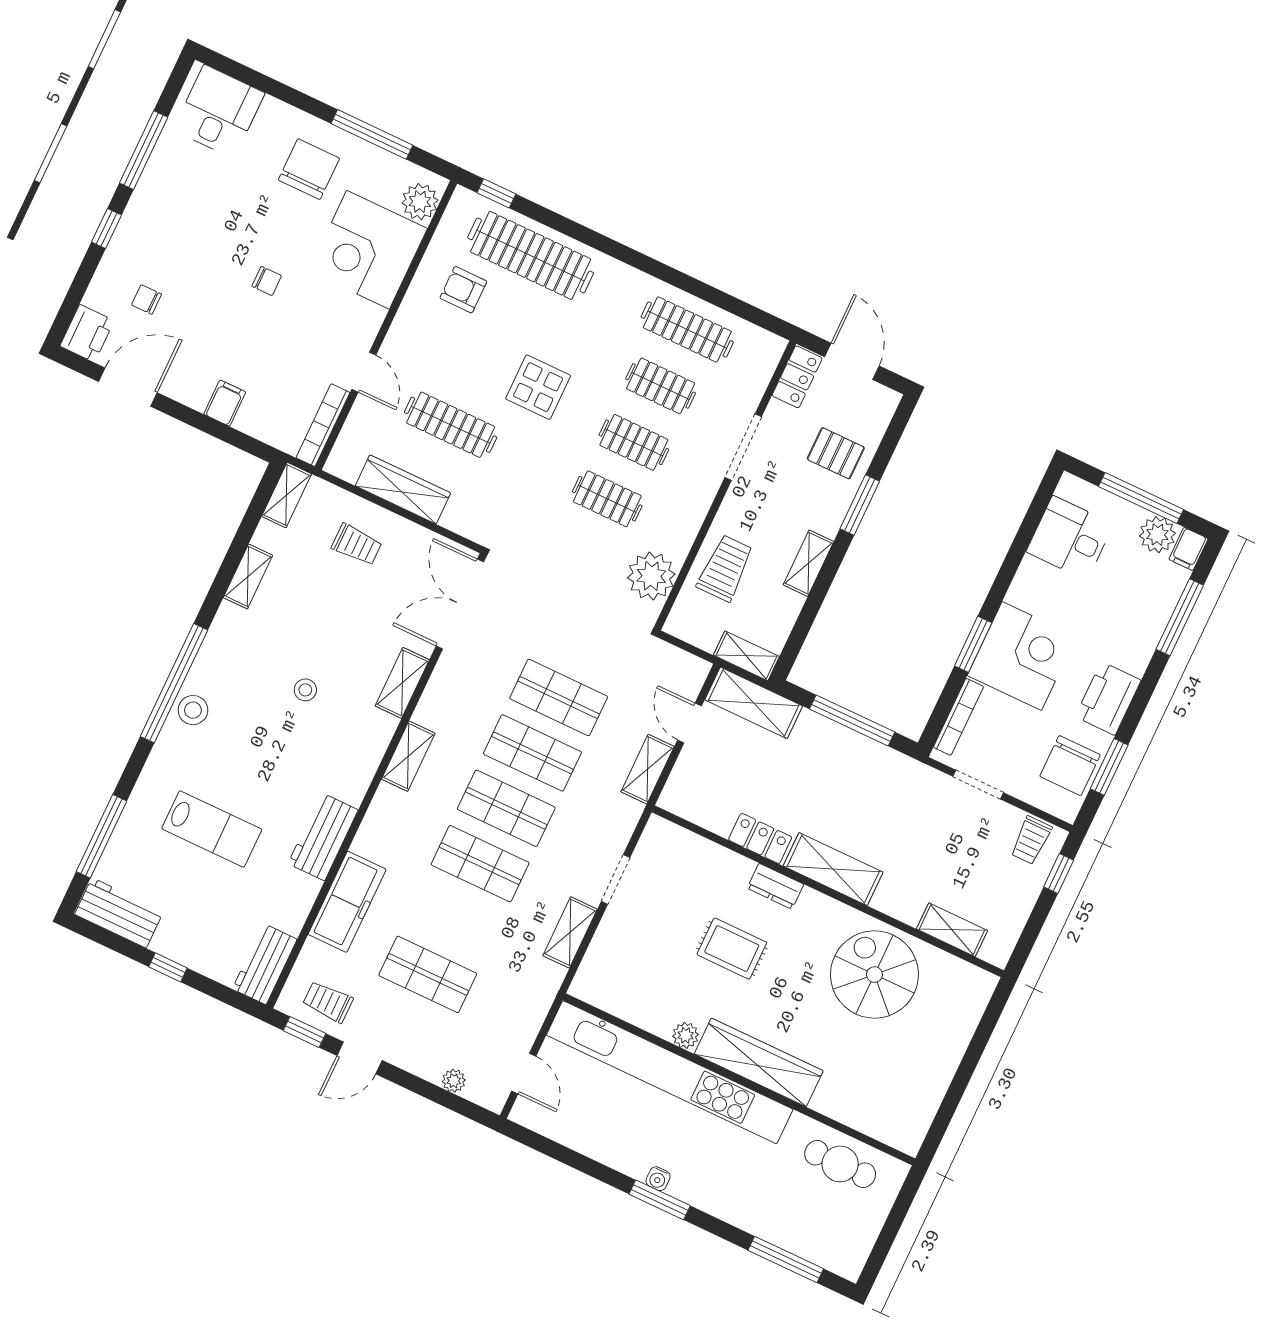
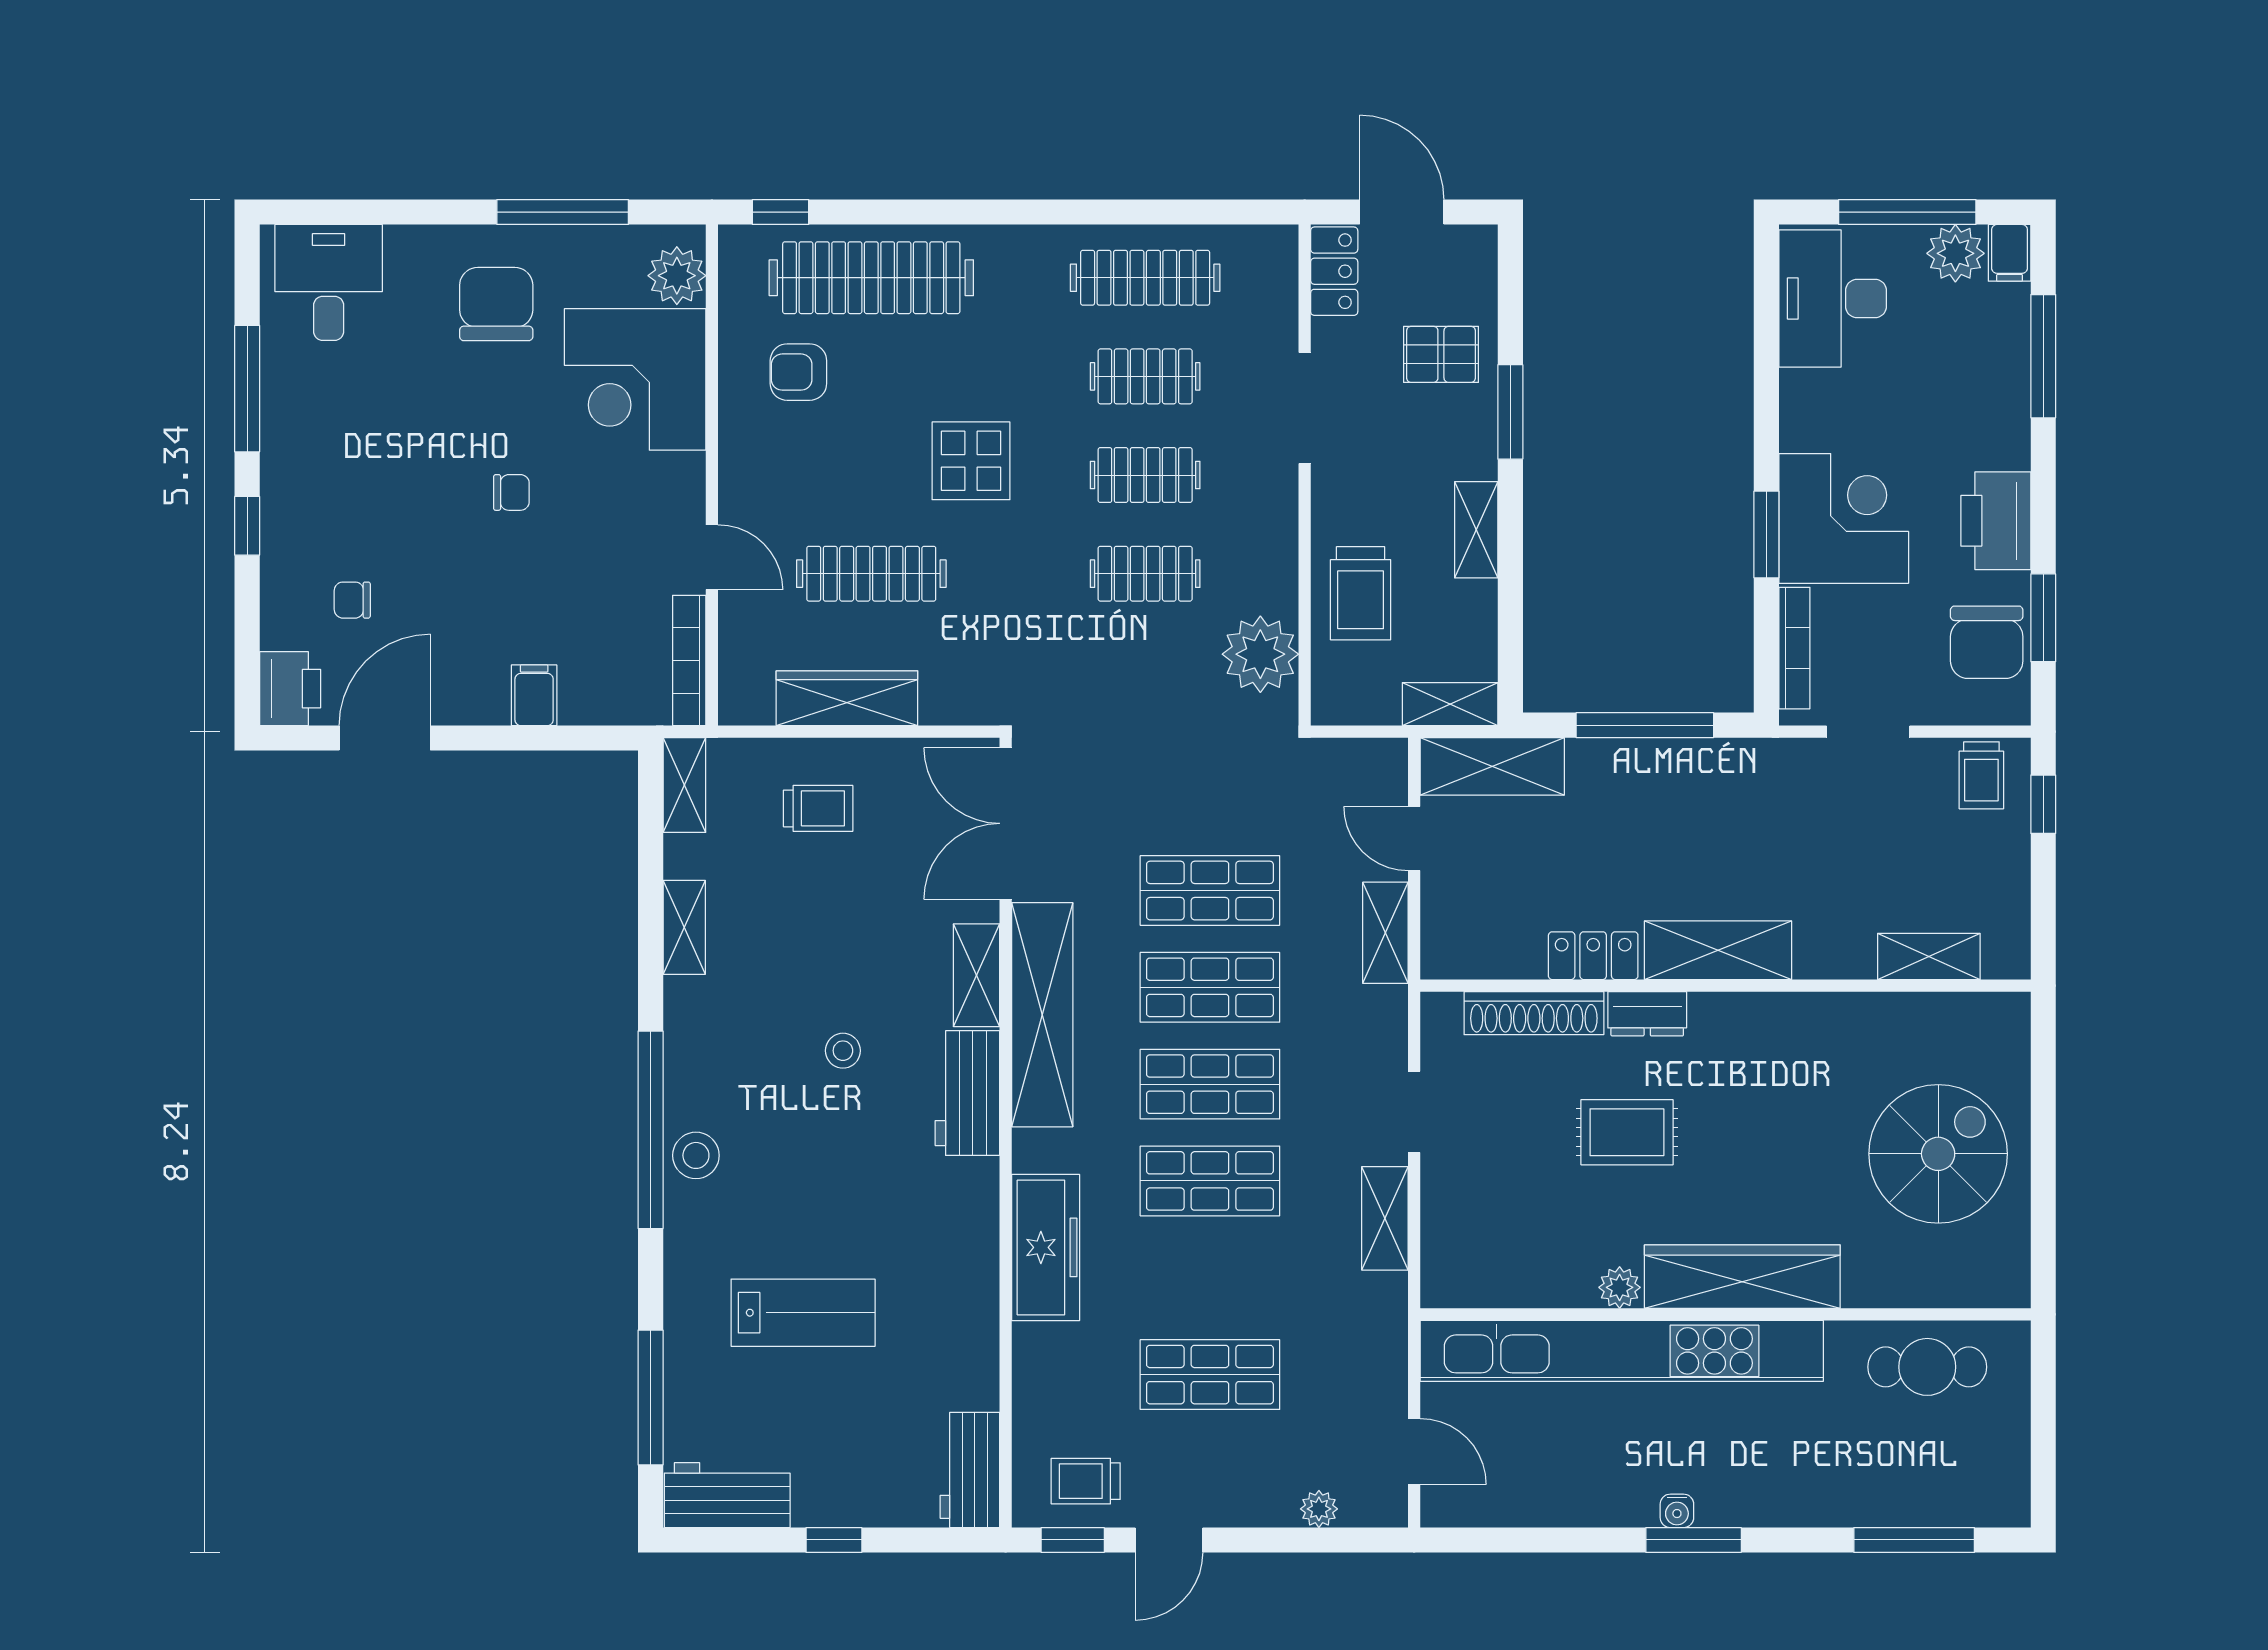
desk: (1070, 538) -> (1833, 298), width x1.37
trolley: (725, 568) -> (1361, 593), turned 180
shelving: (408, 756) -> (1042, 1015), width x2.20, depth x1.33
workbench: (323, 837) -> (967, 1093), moved
shoe rack: (711, 855) -> (1534, 1013), added
freezer: (347, 902) -> (1046, 1247), moved
spiral stairs: (874, 975) -> (1938, 1154), moved, turned 90

